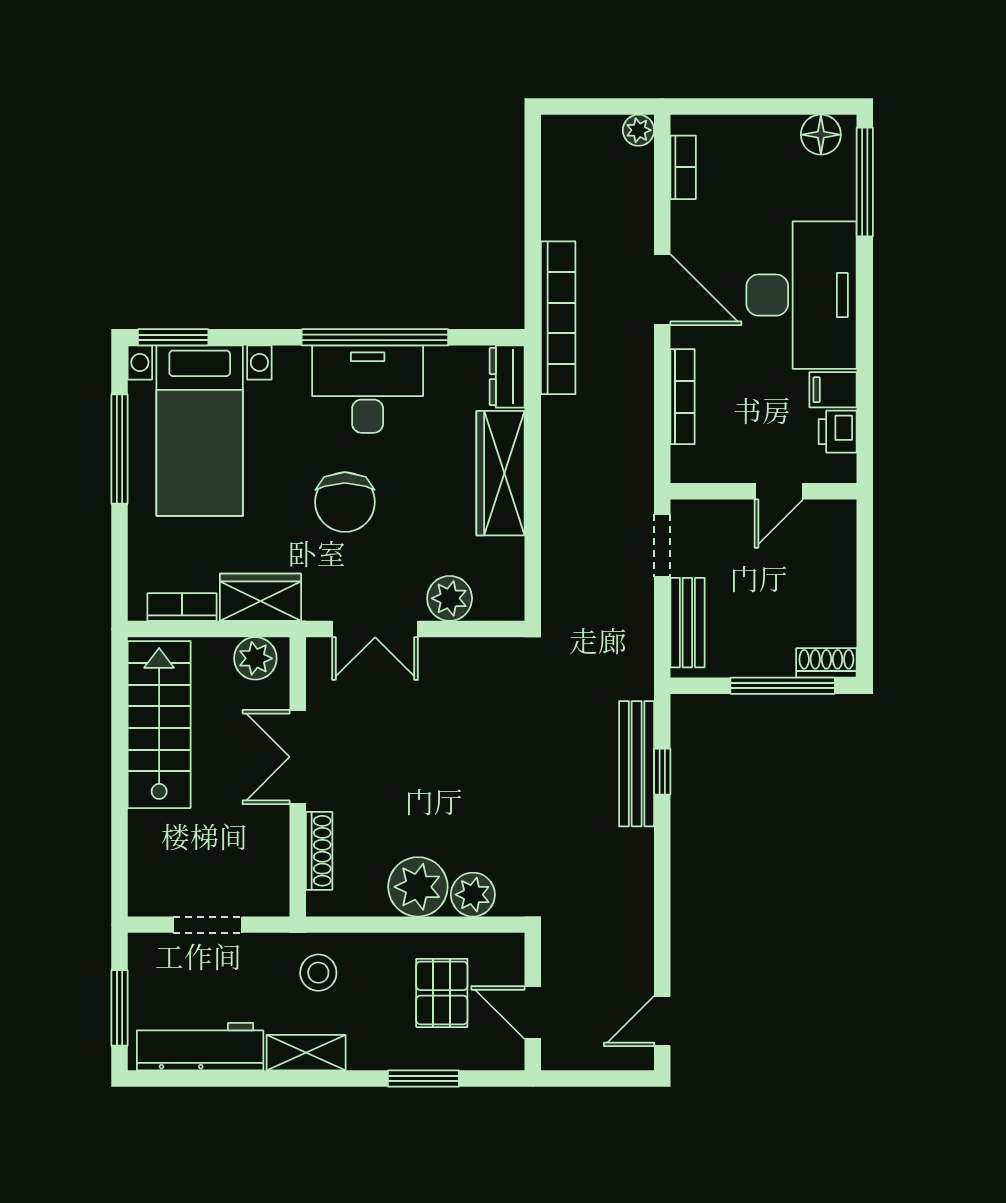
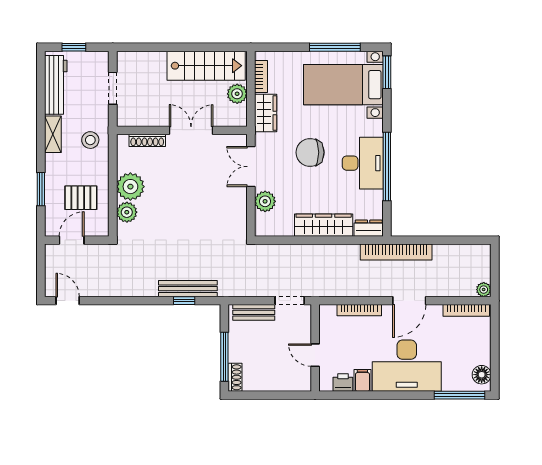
bookcase: (683, 167) -> (466, 310), width x1.56
plant: (255, 658) -> (237, 94), moved
window: (120, 1008) -> (74, 47), width x0.67

